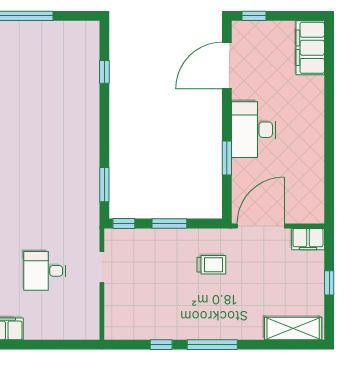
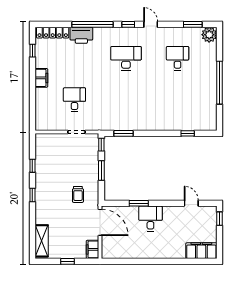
door: (227, 66) -> (191, 203), width x0.53
desk: (254, 130) -> (150, 218), width x0.73
window: (212, 345) -> (32, 195), width x0.46

